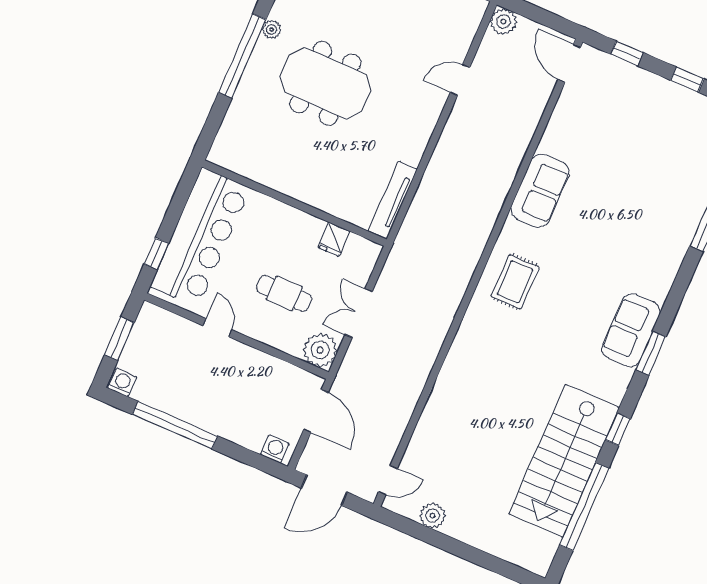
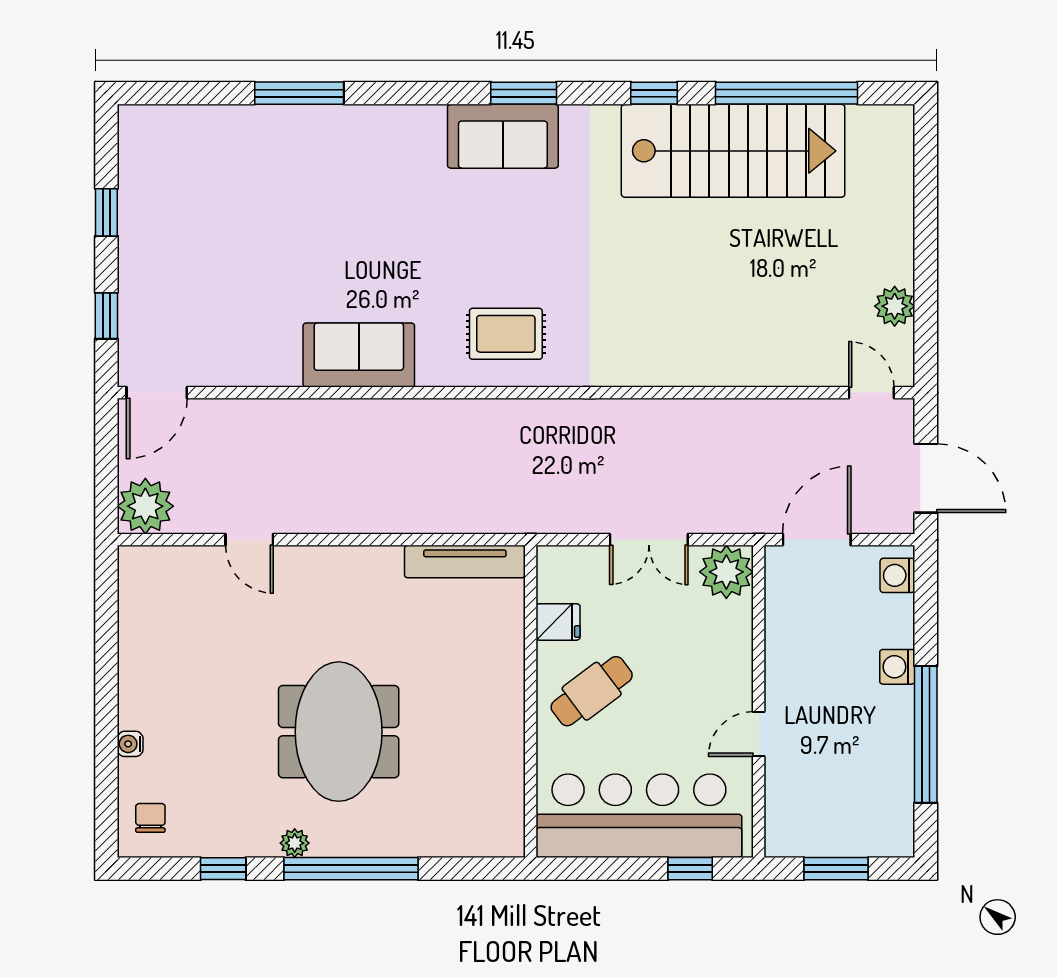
plant: (503, 22) -> (145, 506), width x1.36, depth x1.36
cafe table: (284, 293) -> (592, 691), moved, turned 53
washing machine: (122, 382) -> (897, 667), moved

